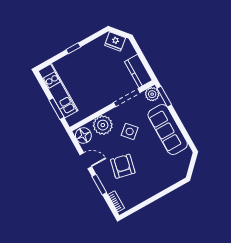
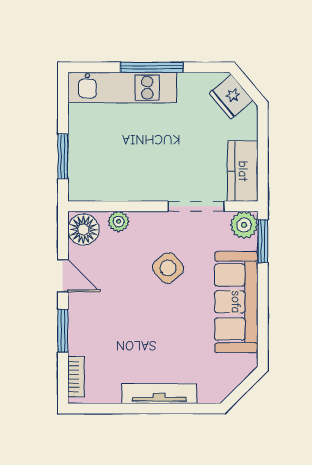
window: (73, 48) -> (152, 67), width x2.17
kitchen unit: (58, 91) -> (122, 88), moved, turned 90
plant: (103, 125) -> (119, 221), width x0.53, depth x0.53
armchair: (123, 166) -> (122, 322), removed
tv unit: (157, 188) -> (159, 394), added

